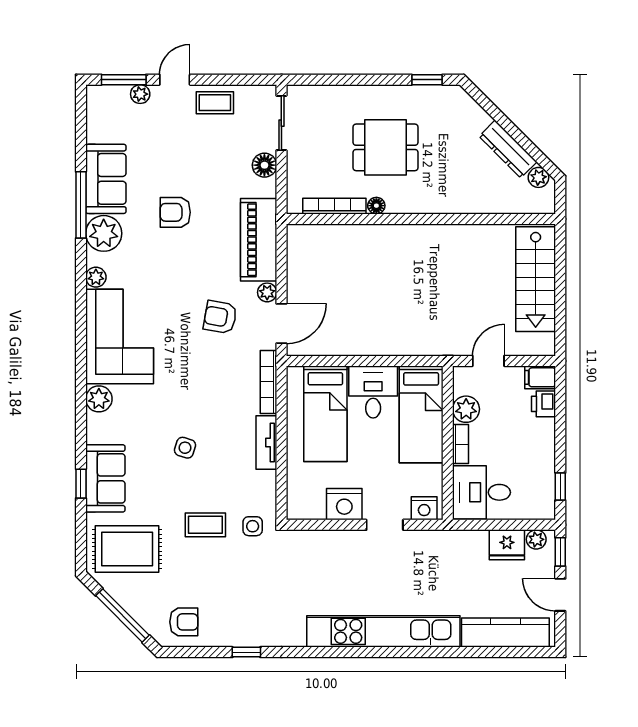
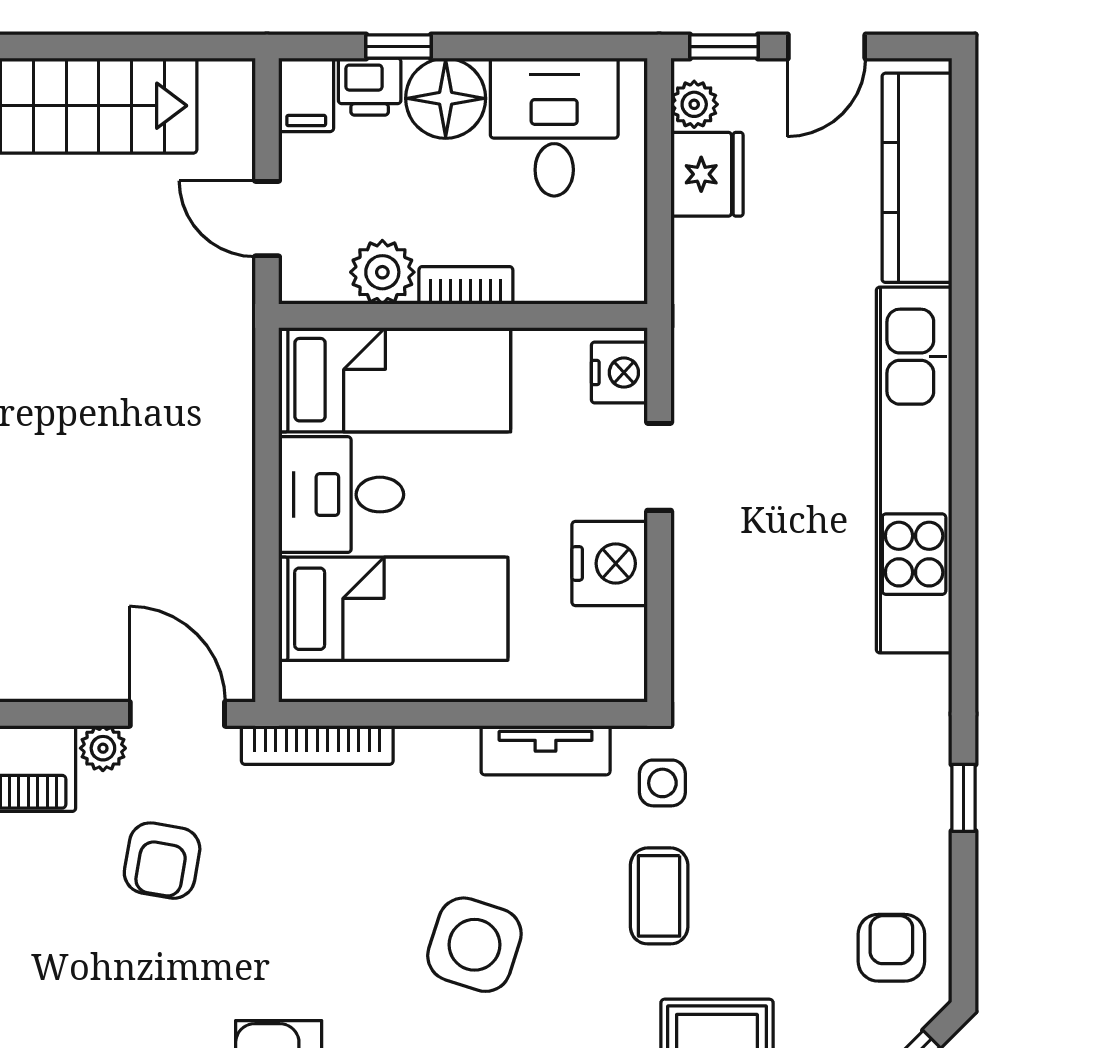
floor lamp: (539, 436) -> (446, 98), added
tv unit: (266, 443) -> (546, 750), moved
side table: (185, 448) -> (474, 945), width x1.87, depth x1.87
window: (560, 486) -> (399, 47), moved
desk: (481, 492) -> (554, 127), moved, turned 180

